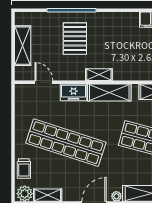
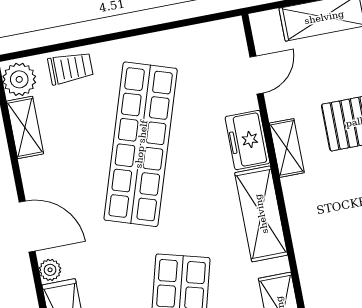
shelving: (99, 75) -> (287, 148), moved
trolley: (24, 169) -> (70, 68), turned 180

